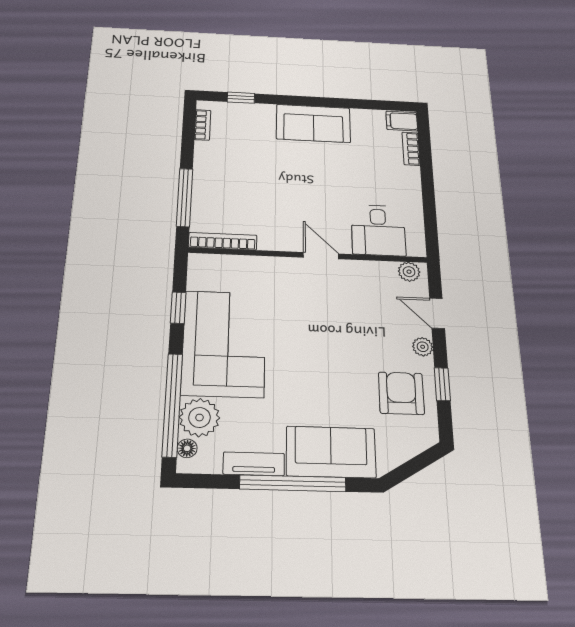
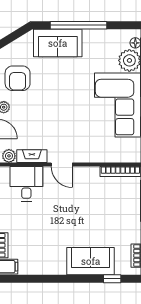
sofa: (313, 123) -> (91, 261), moved
fireplace: (371, 270) -> (32, 156), added
tv unit: (254, 464) -> (99, 35), removed

